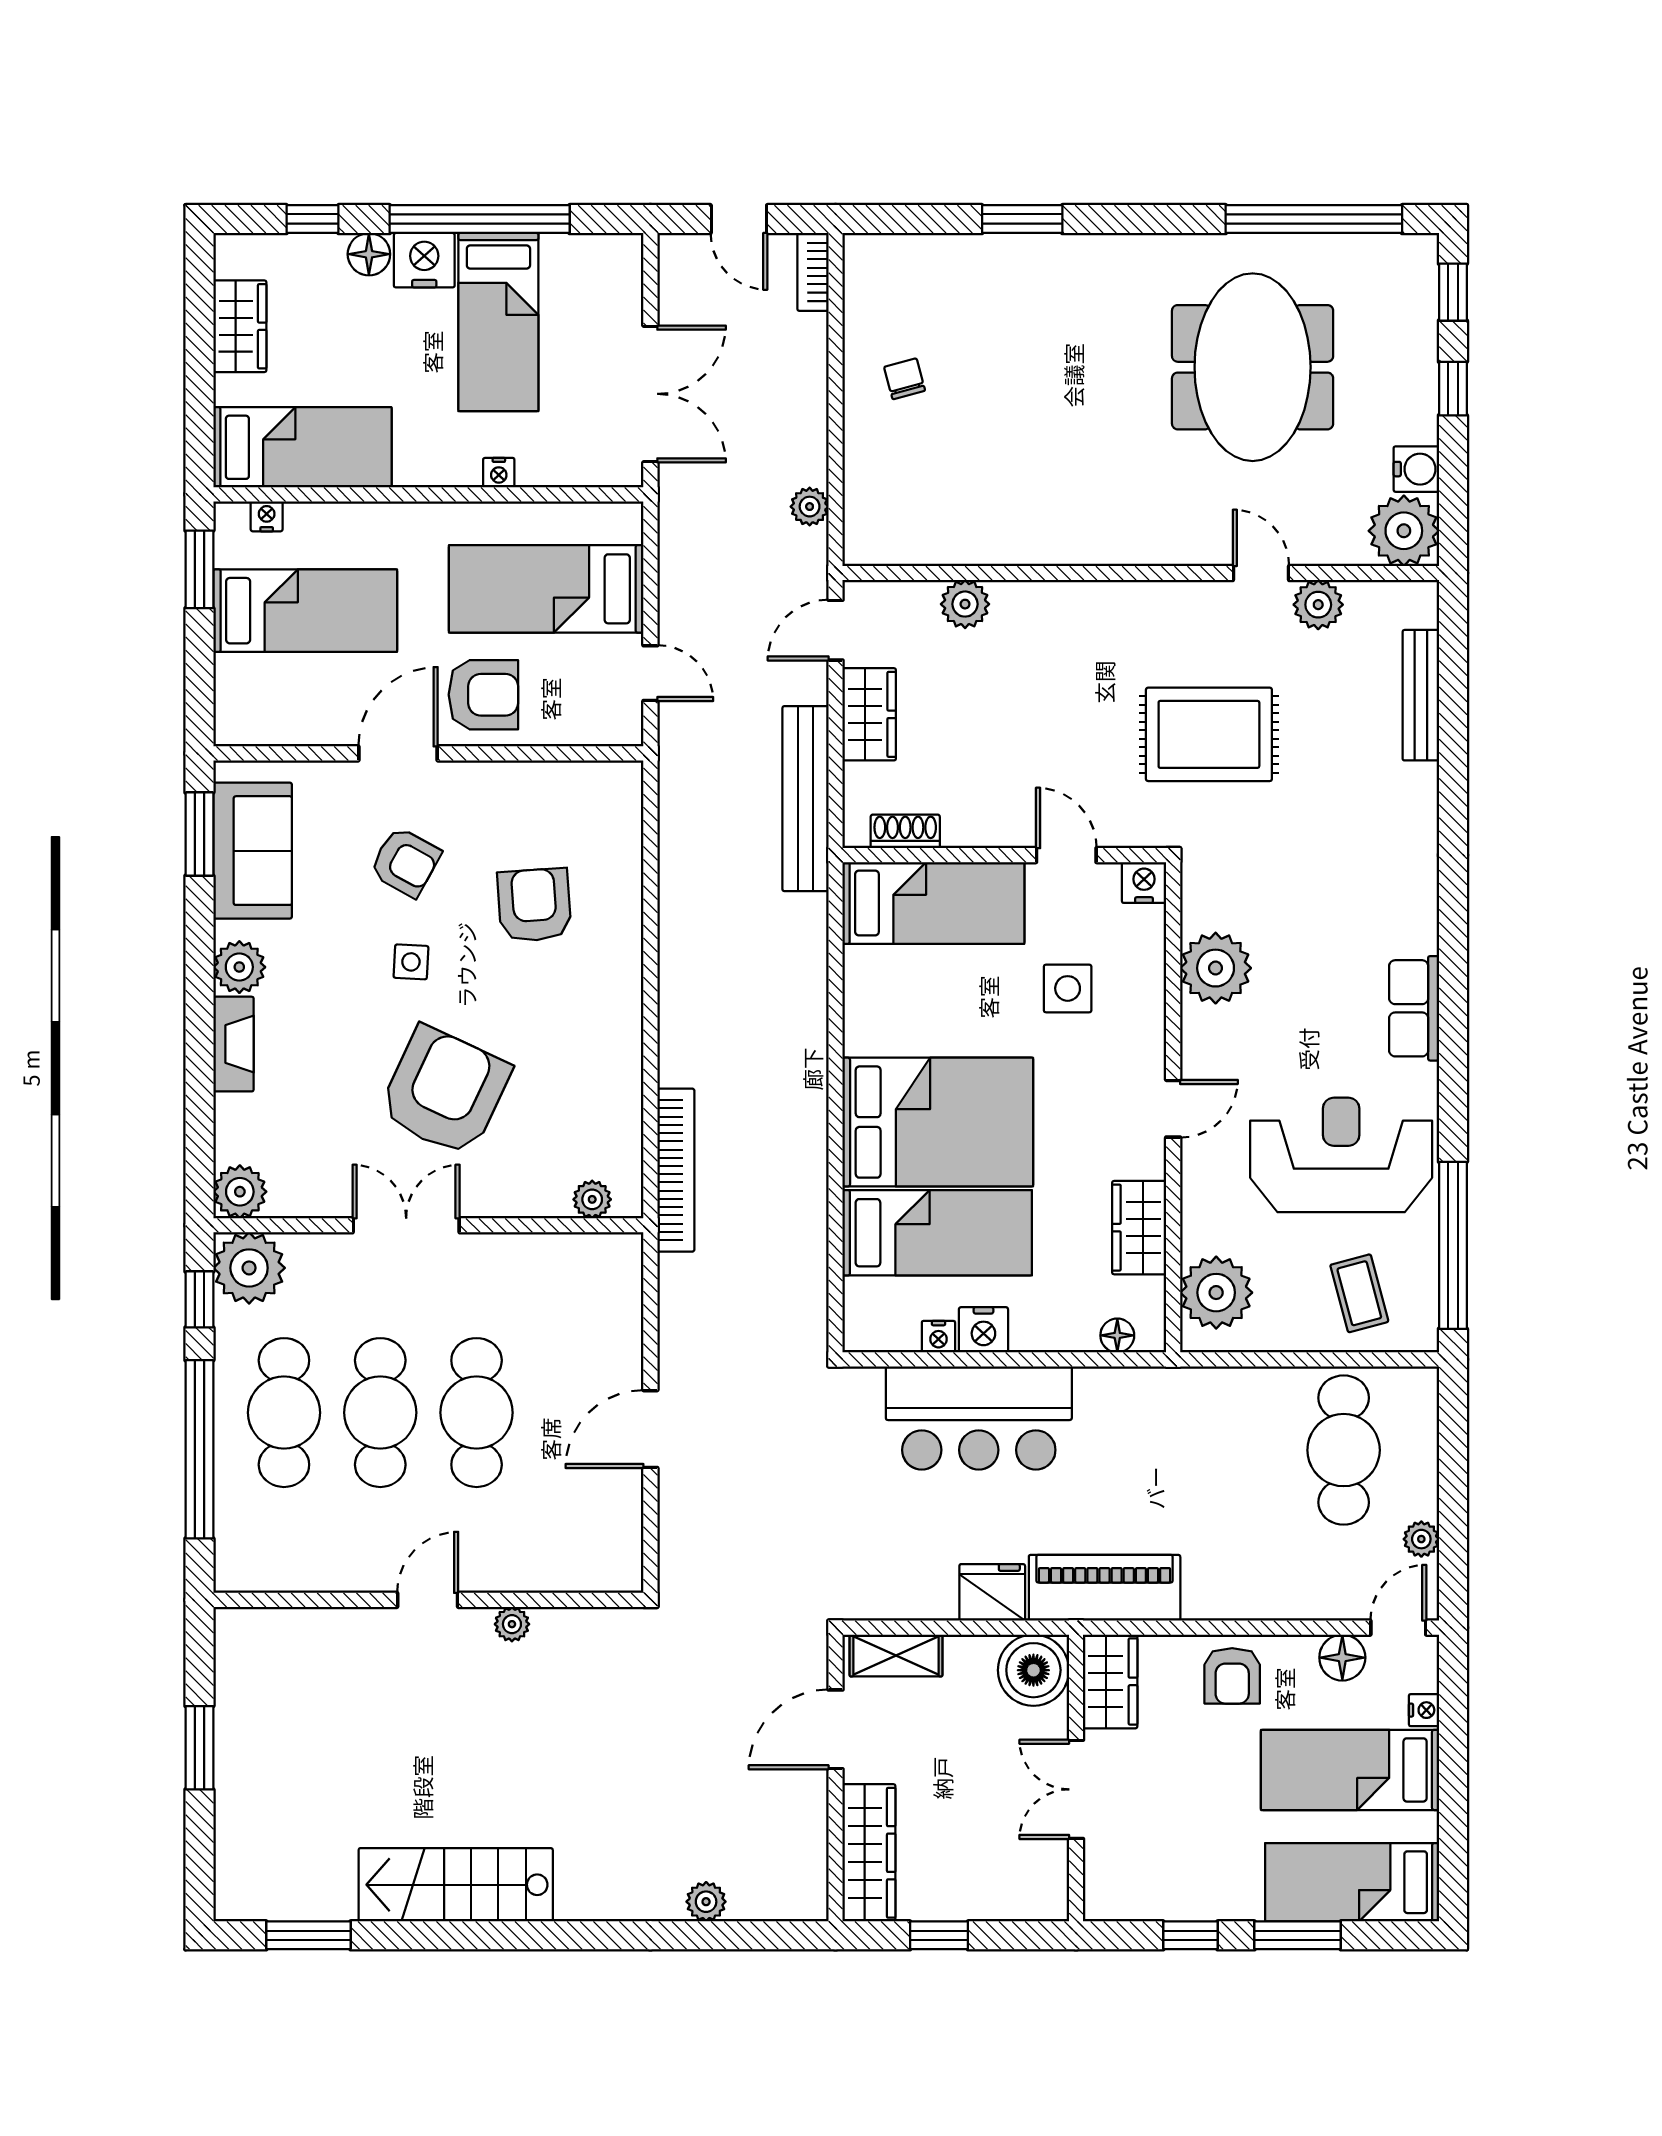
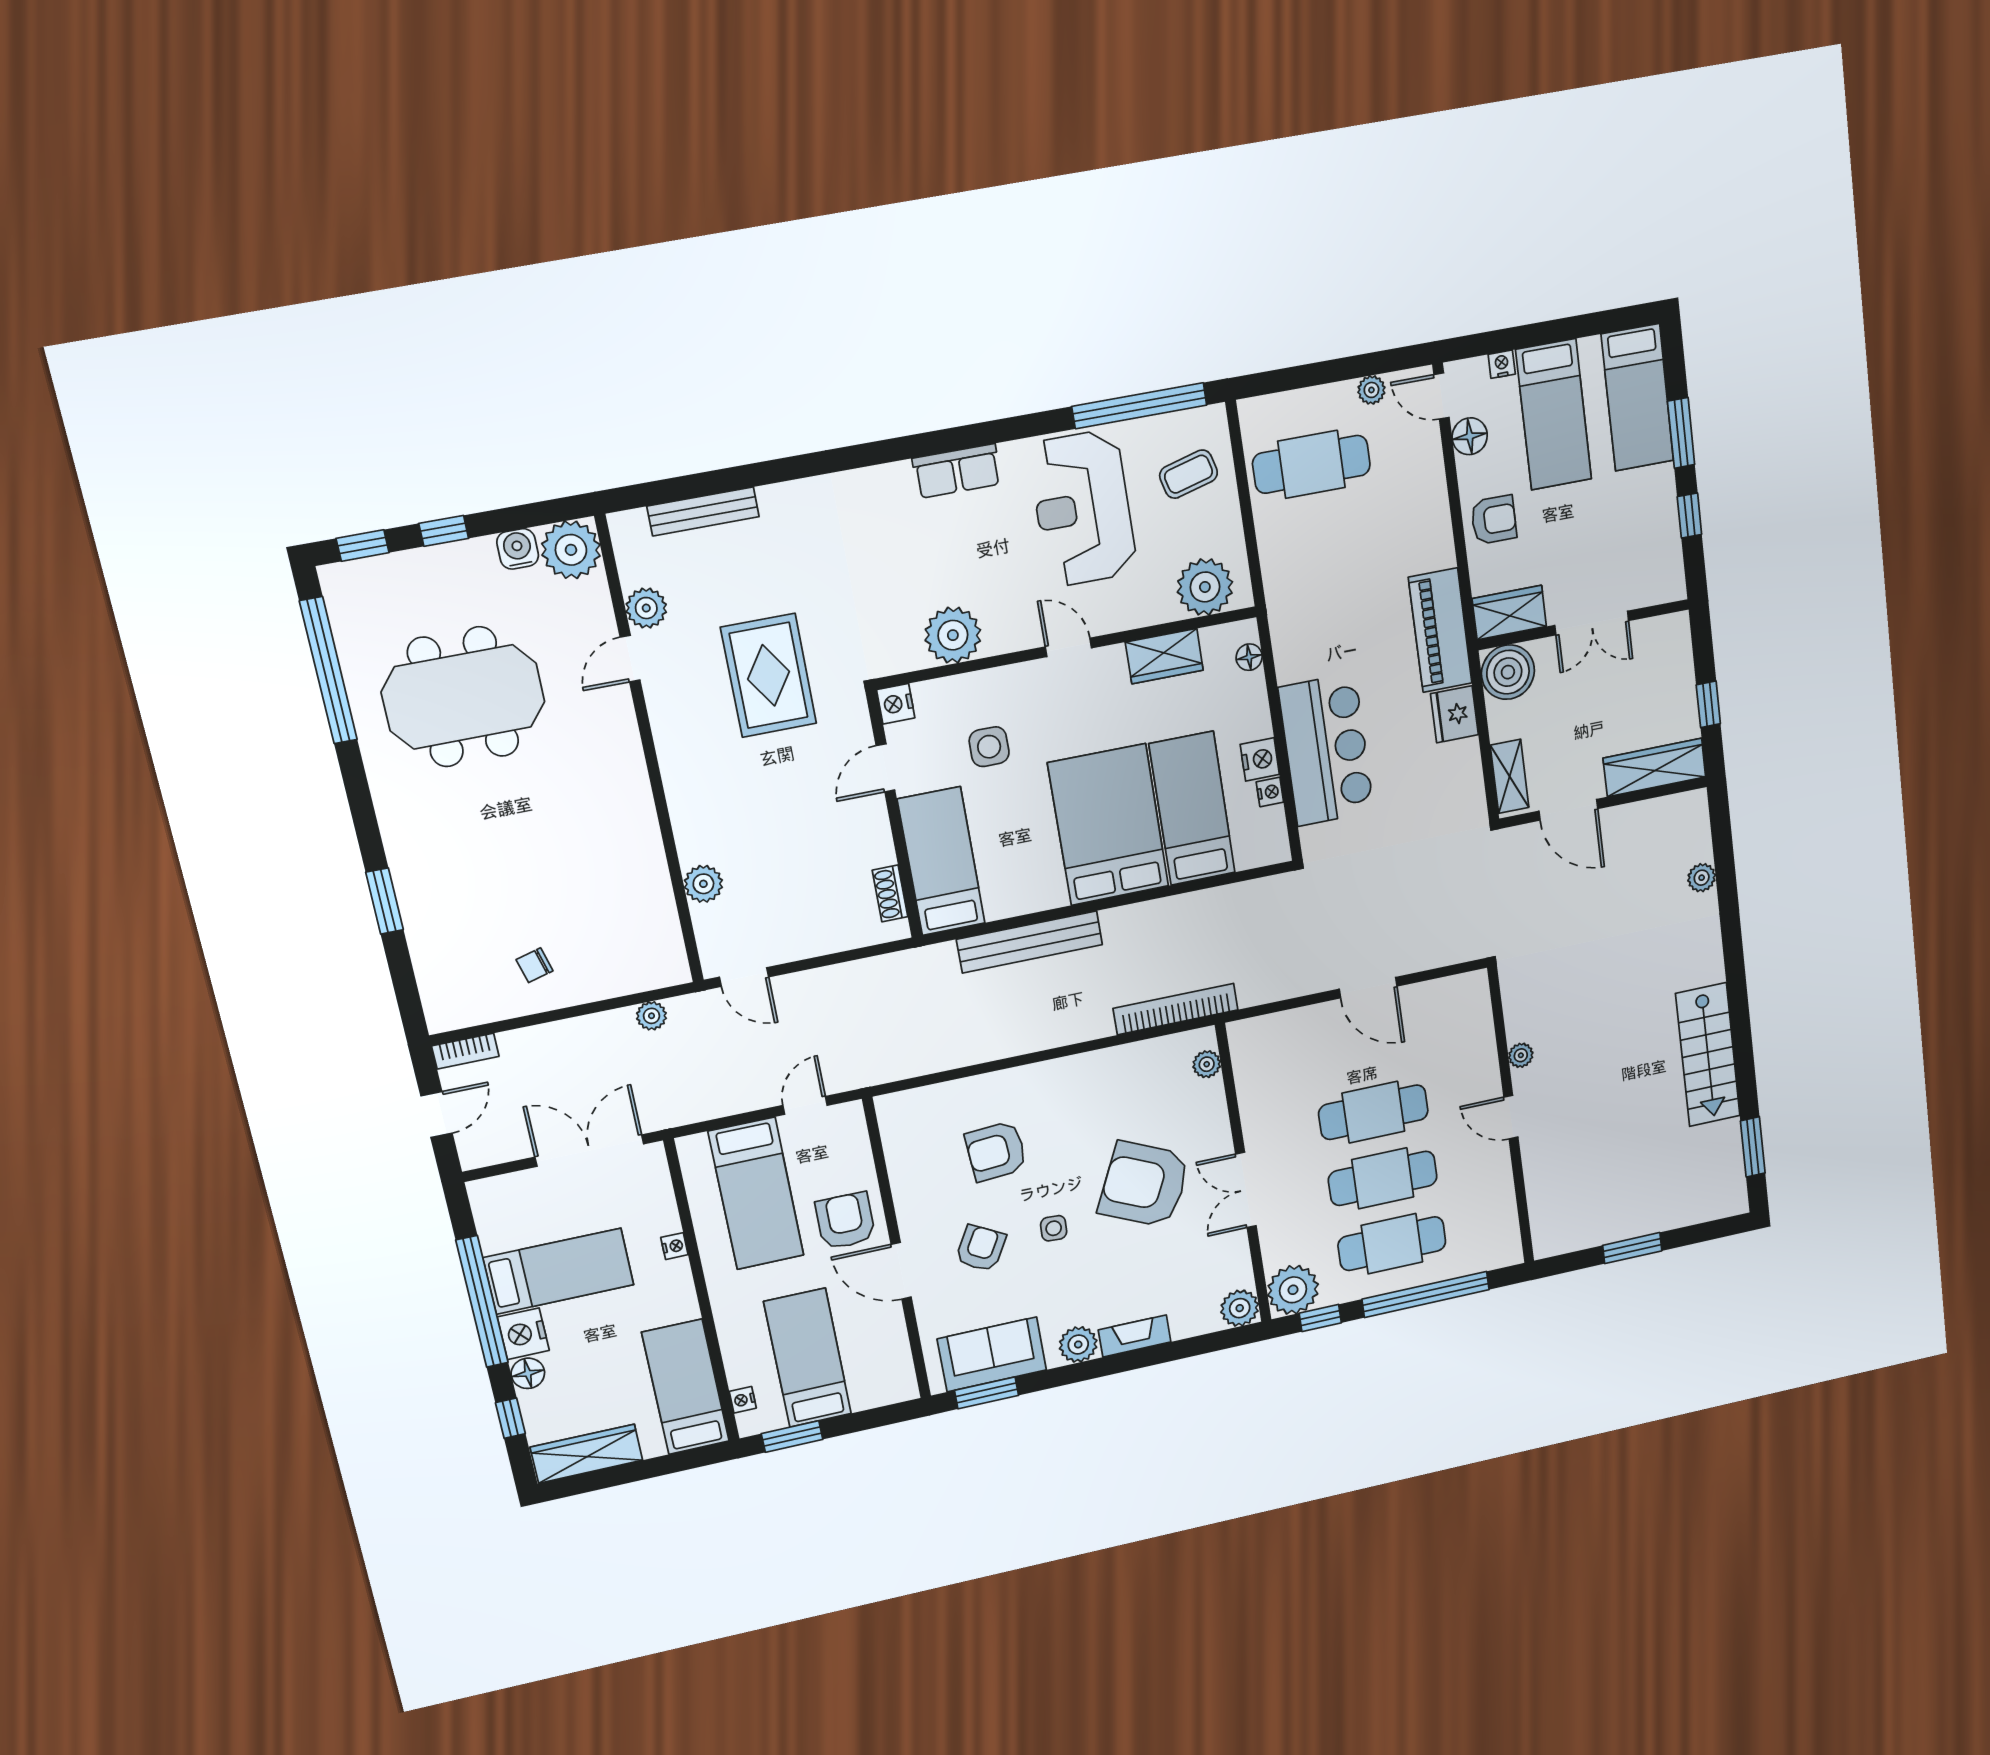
wardrobe: (240, 326) -> (586, 1454), width x1.50
wardrobe: (869, 714) -> (804, 939), removed
bench: (805, 799) -> (1030, 942), moved

